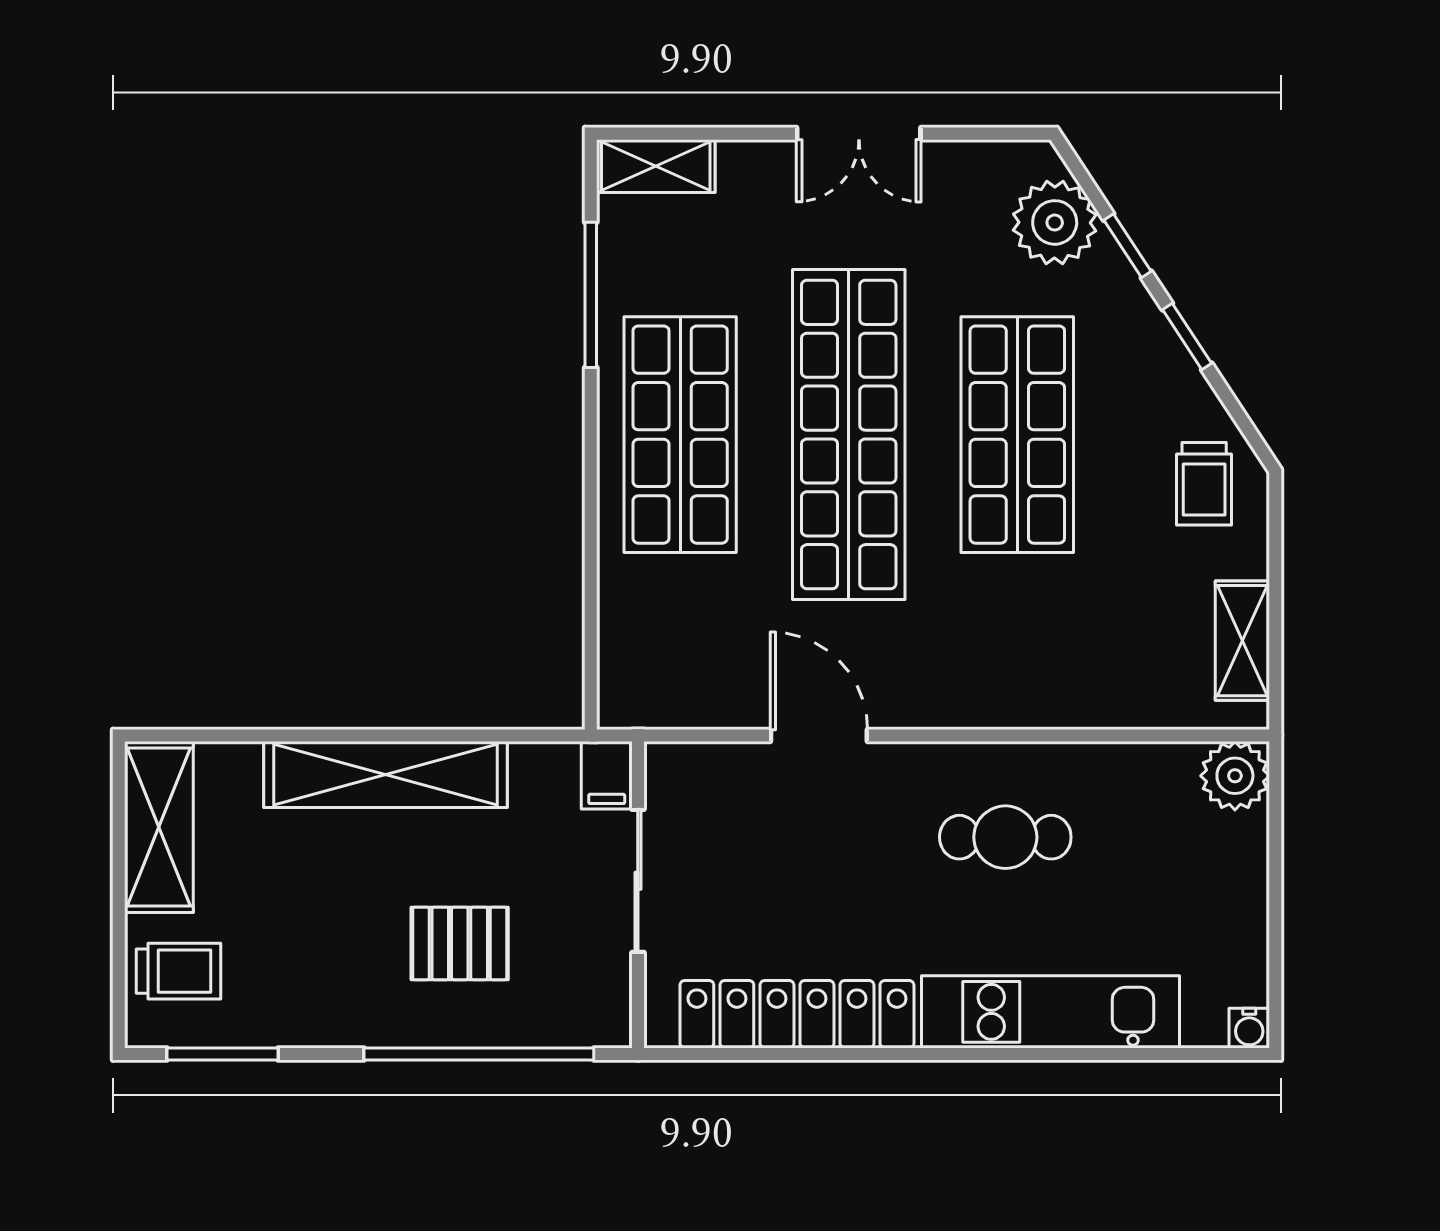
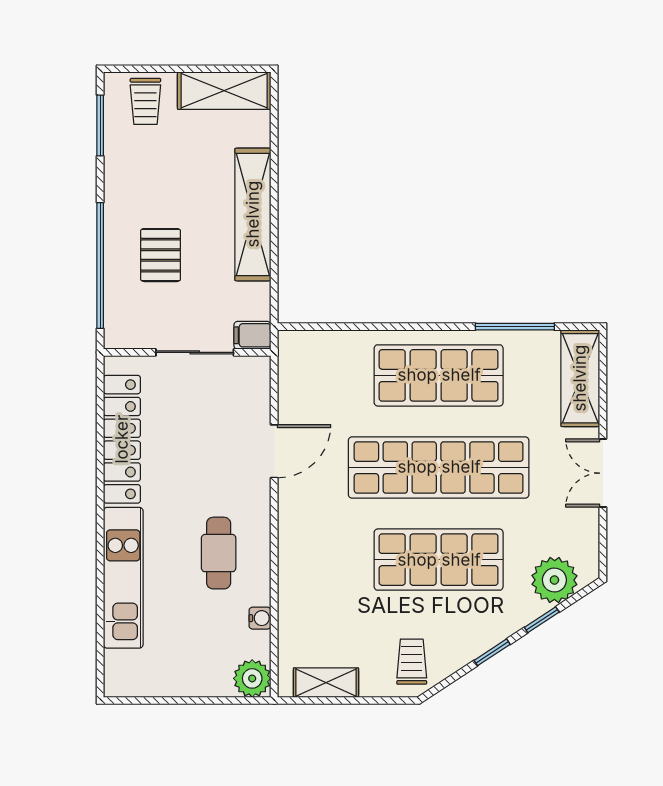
shelving: (656, 166) -> (580, 378), width x1.50, depth x1.33
trolley: (1204, 484) -> (412, 662), turned 90
water cooler: (1249, 1028) -> (260, 618), moved, turned 180

